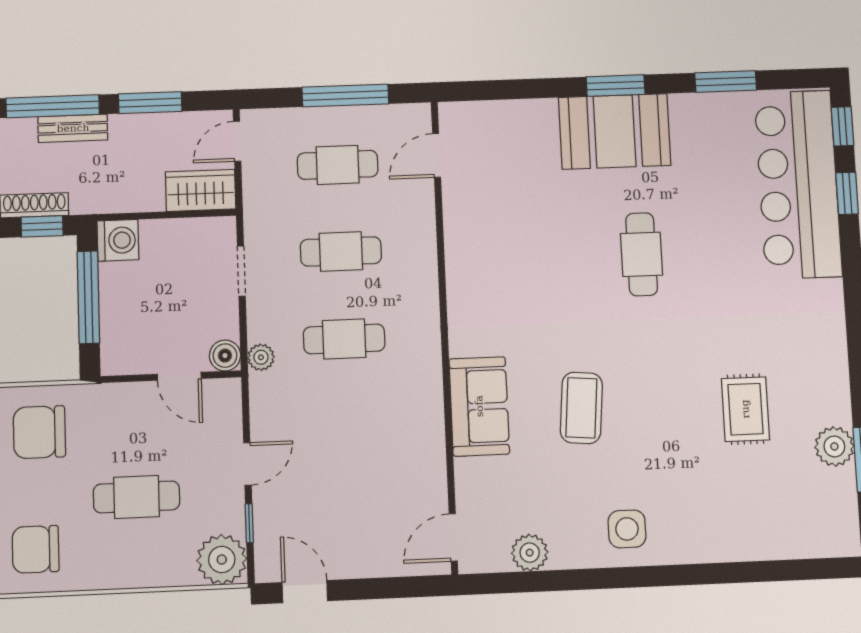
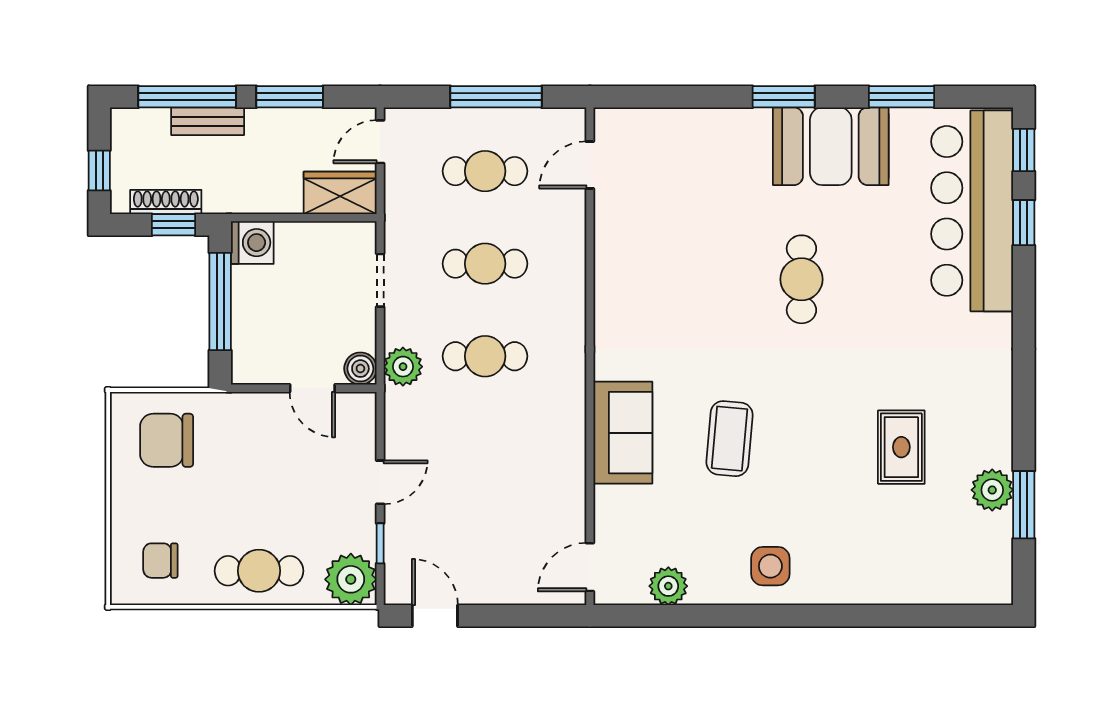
booth: (615, 131) -> (831, 146), moved
plant: (261, 357) -> (403, 367), width x1.38, depth x1.38
cafe table: (136, 497) -> (259, 571), moved
chair: (36, 549) -> (160, 561), width x0.73, depth x0.73

